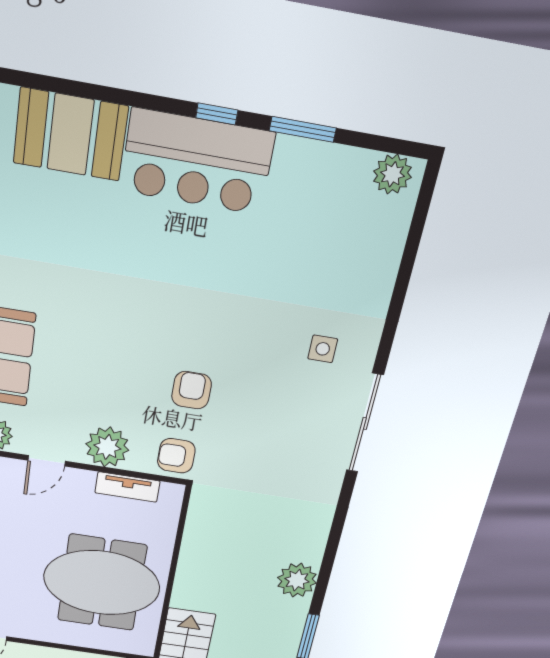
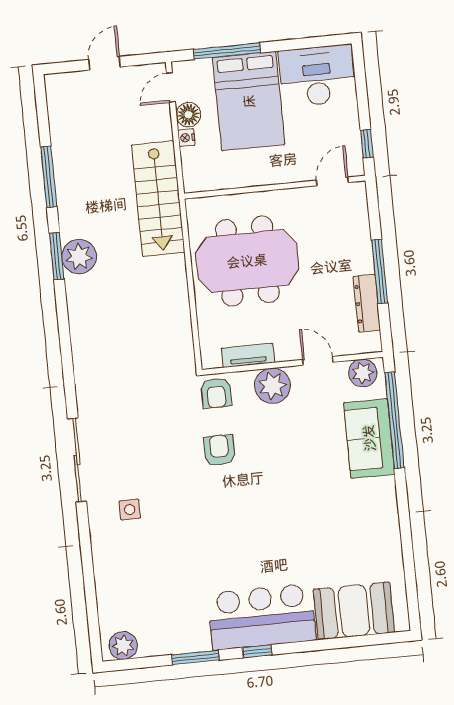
armchair: (192, 390) -> (219, 450), turned 180
armchair: (176, 456) -> (216, 393), turned 90
door: (47, 461) -> (318, 361), hinge flipped
plant: (297, 580) -> (79, 257), moved

